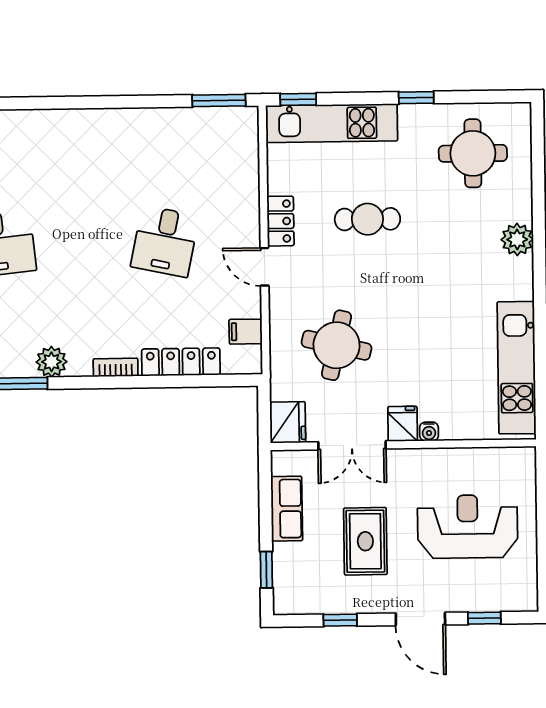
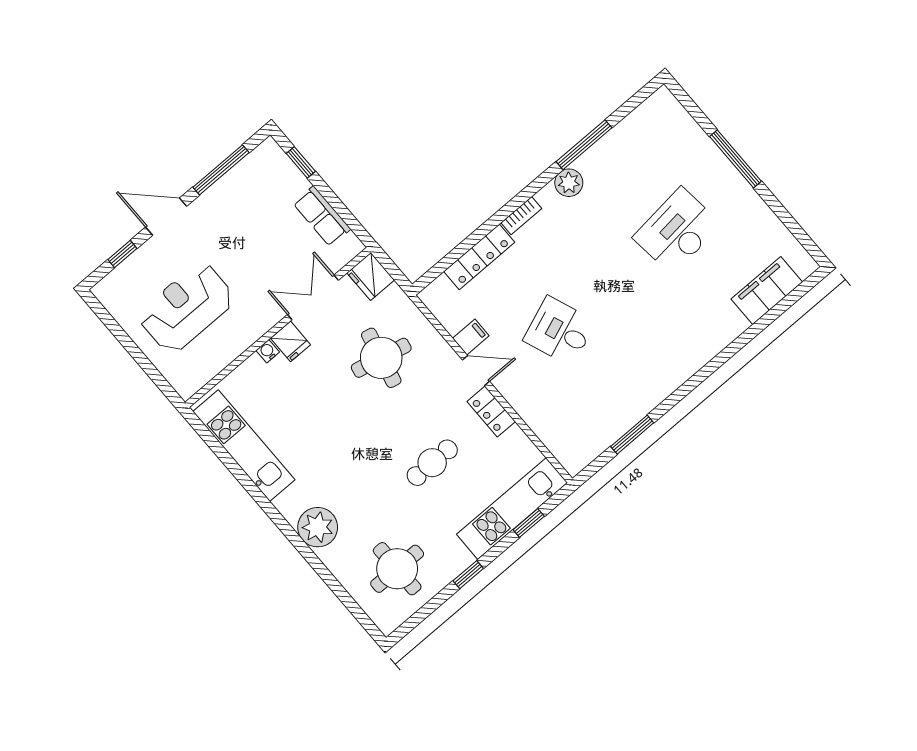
window: (298, 99) -> (529, 523), moved
window: (219, 100) -> (632, 435), moved
plant: (517, 239) -> (318, 527), width x1.36, depth x1.36
desk: (165, 241) -> (560, 331), turned -33
filing cabinet: (246, 332) -> (471, 337), moved
reception desk: (468, 527) -> (187, 308), turned 180
rug: (365, 541) -> (249, 239), removed
window: (340, 620) -> (221, 170), width x2.17

